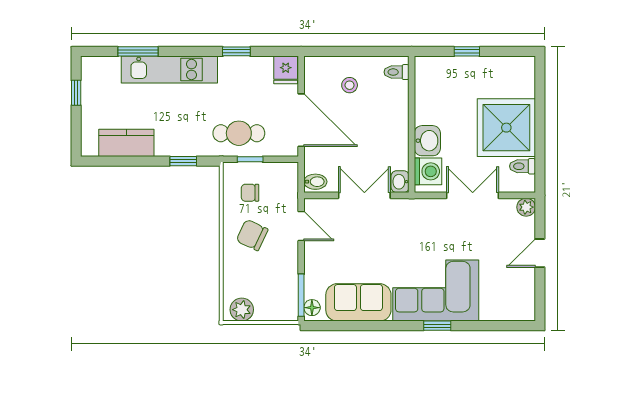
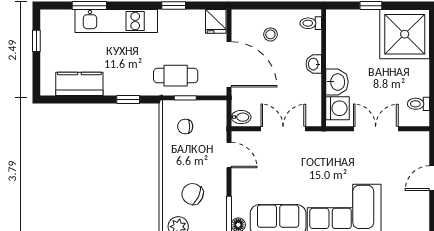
shower: (506, 128) -> (405, 34), moved
washbasin: (400, 182) -> (314, 64), moved
plant: (526, 207) -> (422, 139), removed
chair: (252, 235) -> (193, 194), moved

